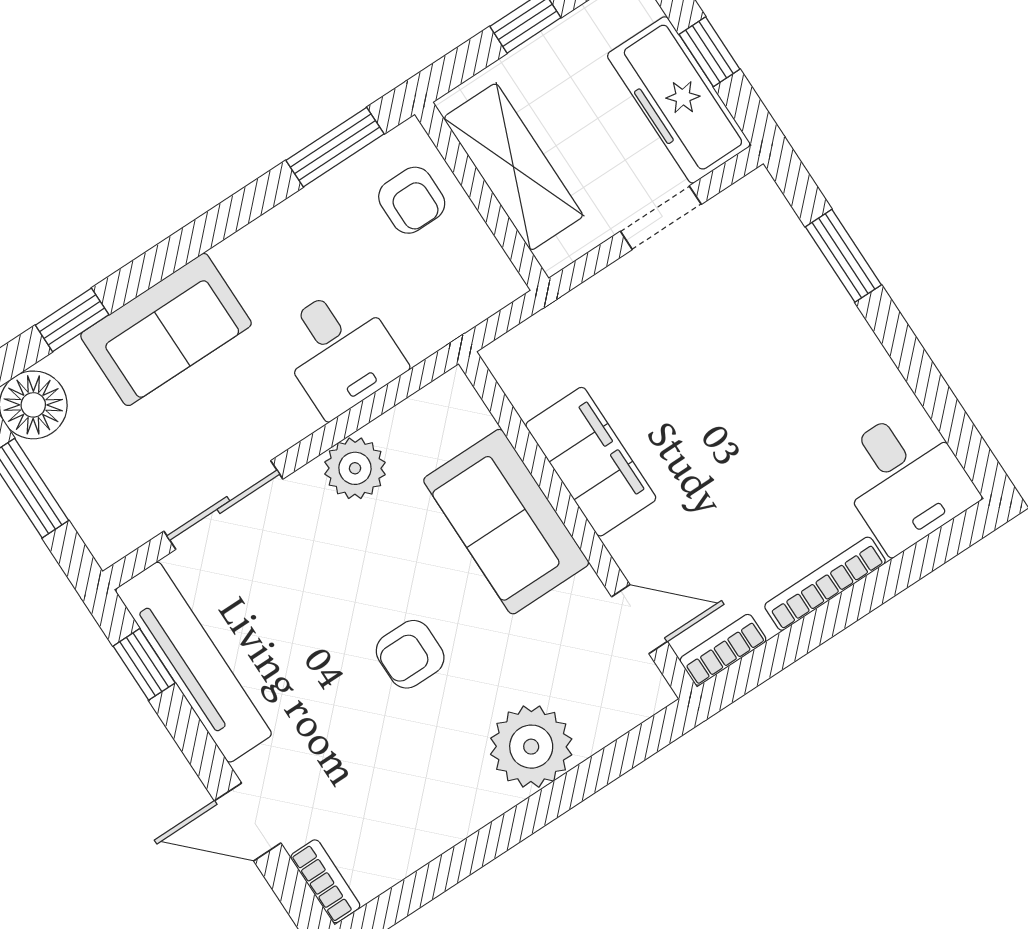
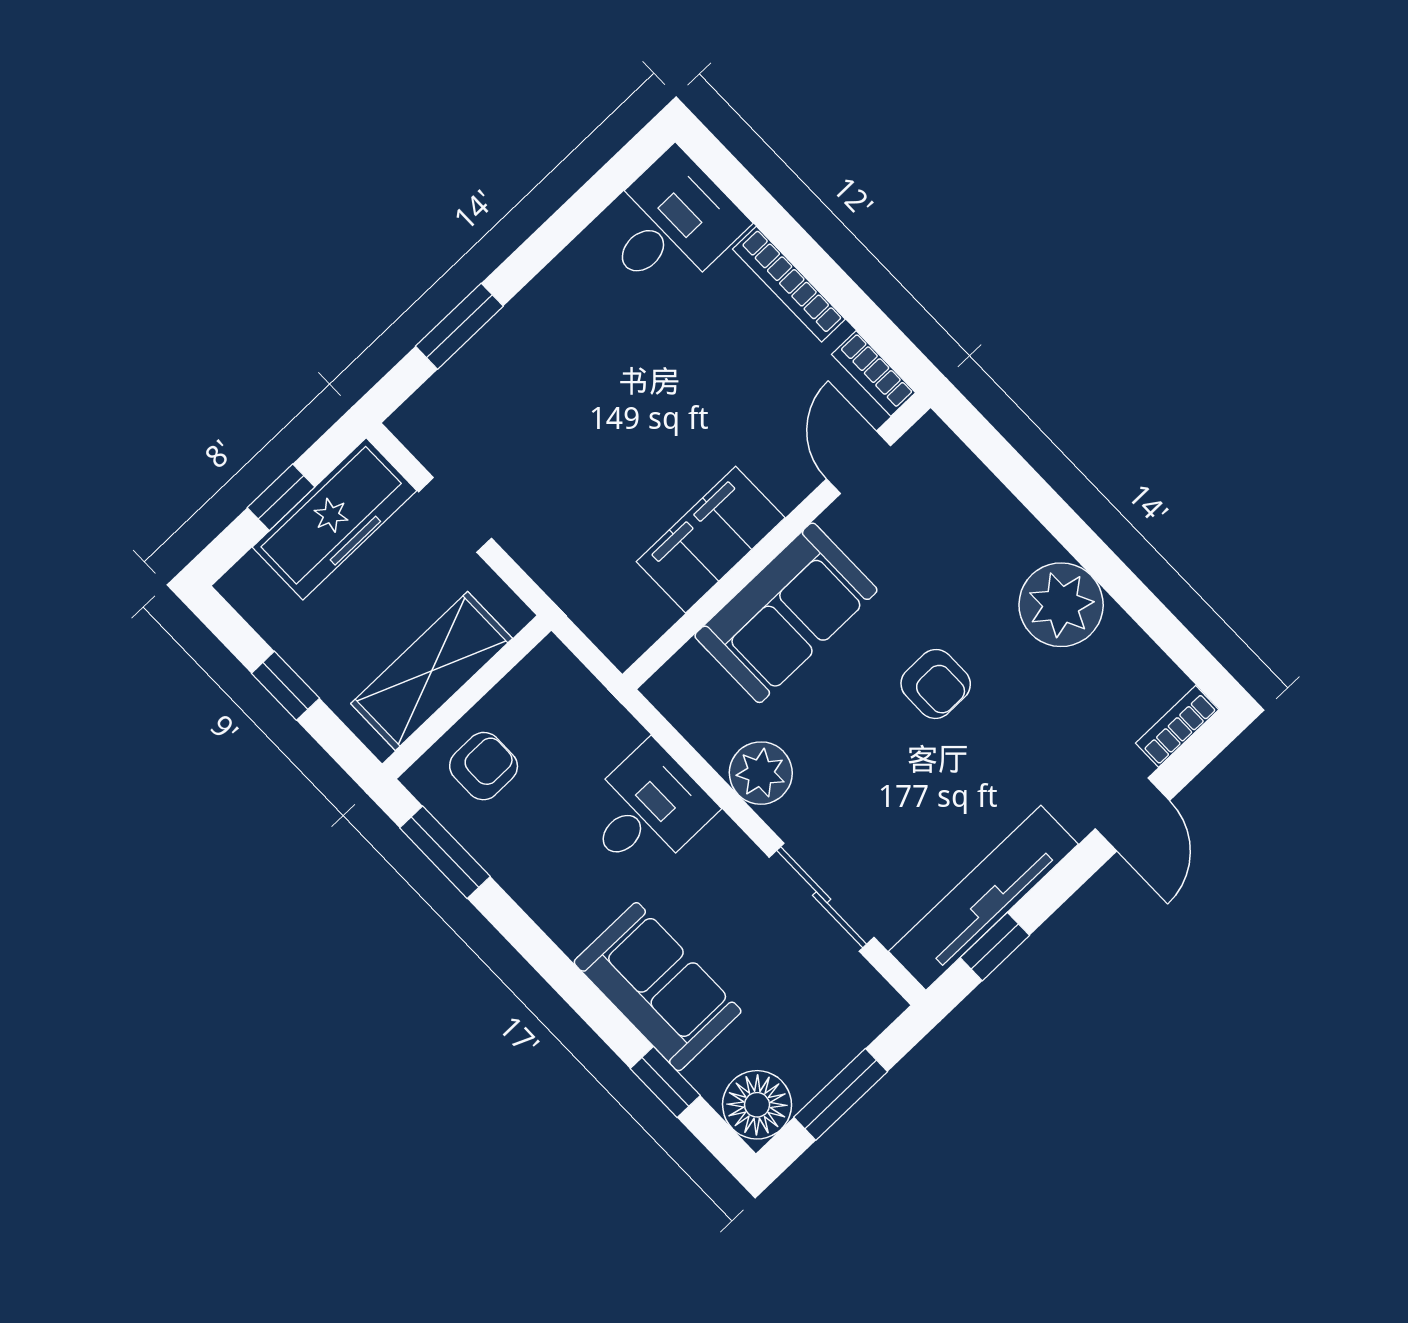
plant: (531, 747) -> (1061, 605), moved

